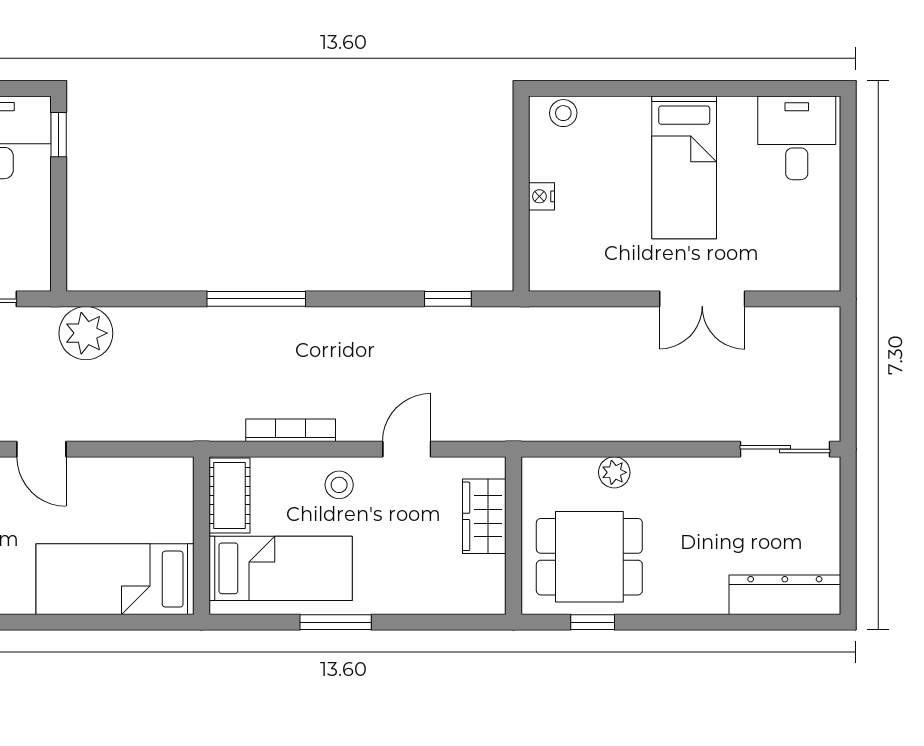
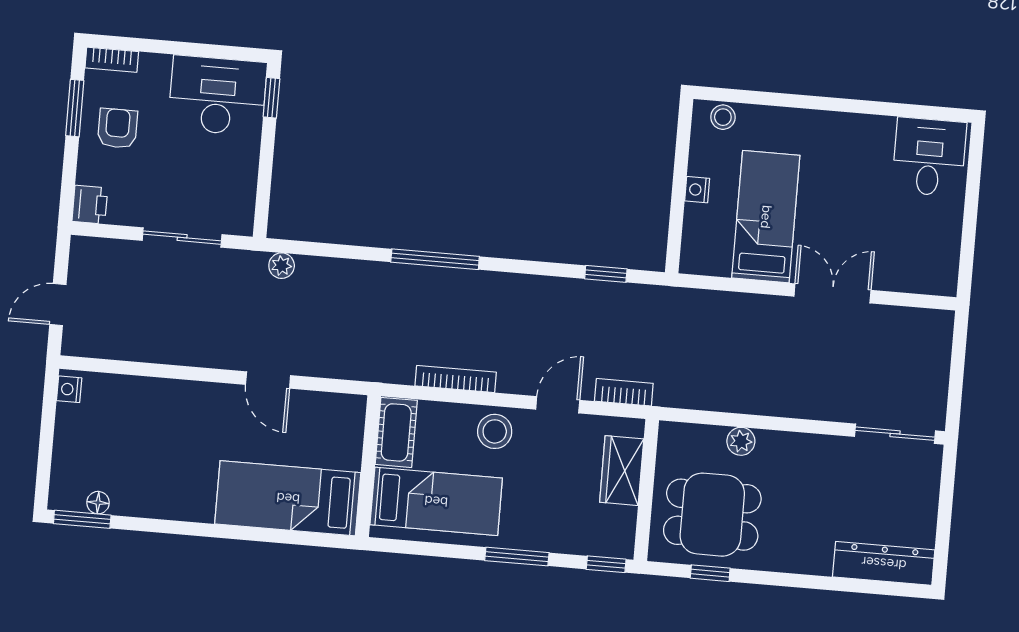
bed: (684, 167) -> (766, 217), moved, turned 180
double door: (702, 299) -> (832, 293), swing flipped
plant: (86, 333) -> (282, 266), width x0.53, depth x0.53
bookcase: (479, 429) -> (624, 392), added
door: (41, 449) -> (268, 380), moved
stool: (339, 485) -> (495, 431), width x1.37, depth x1.37
window: (336, 622) -> (517, 557), moved
window: (476, 622) -> (606, 564), added

